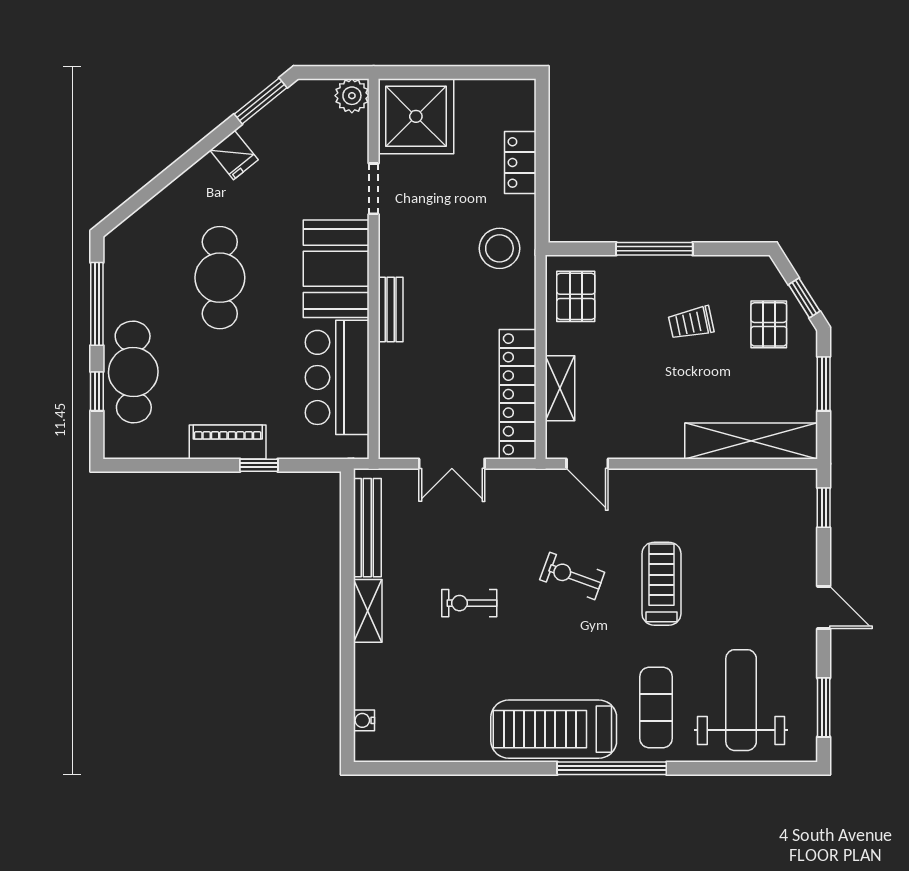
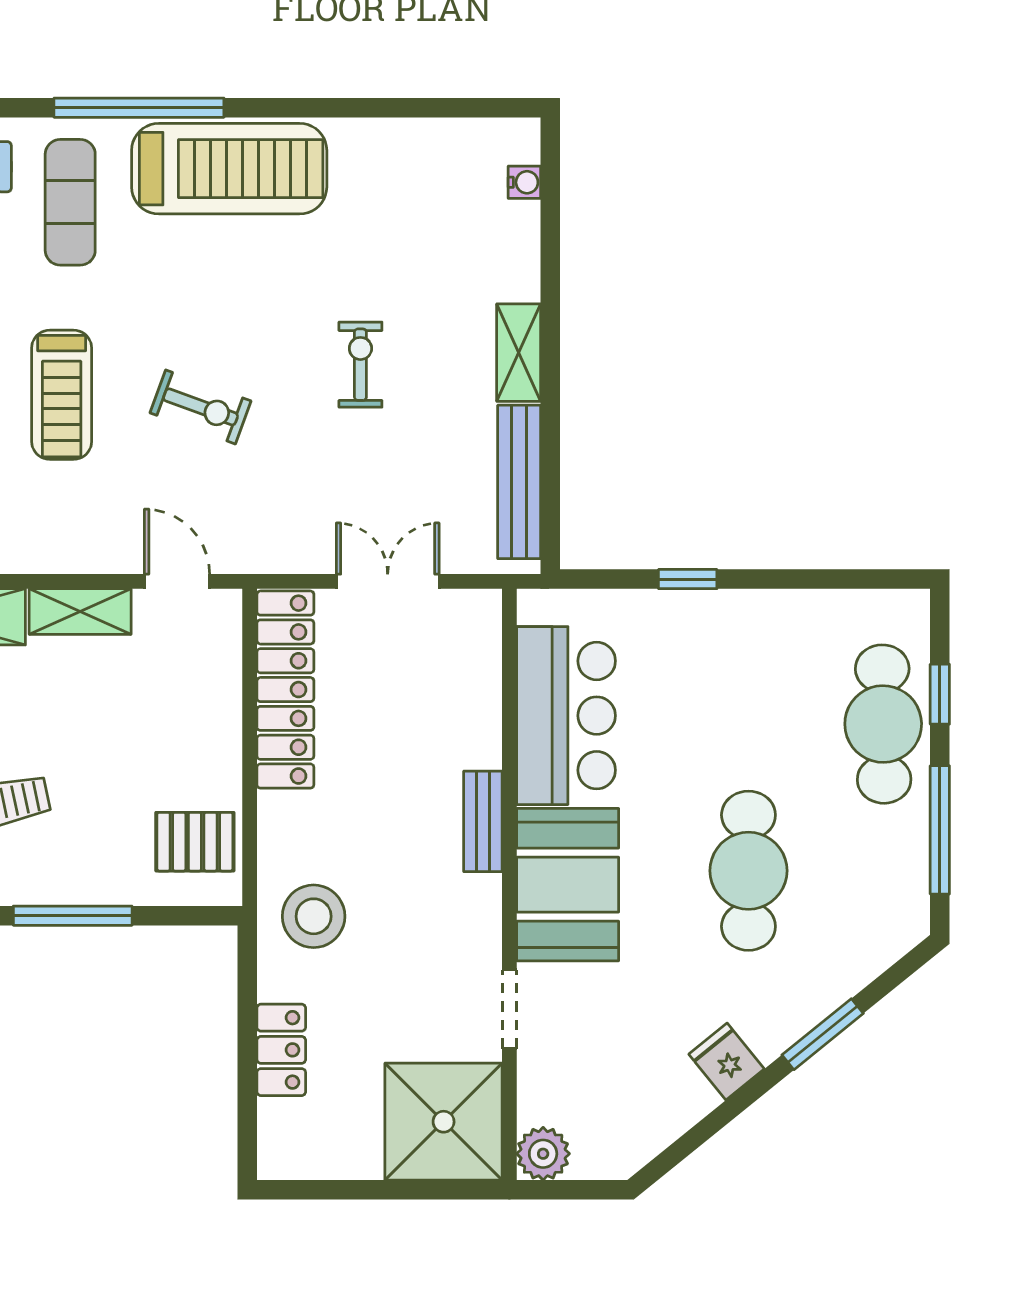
window: (261, 101) -> (823, 1034), moved
pallet: (576, 296) -> (195, 842), turned 90
shelving: (560, 388) -> (80, 612), moved, turned 90
piano: (228, 442) -> (736, 615), removed
exercise bike: (469, 603) -> (360, 365), turned -90

